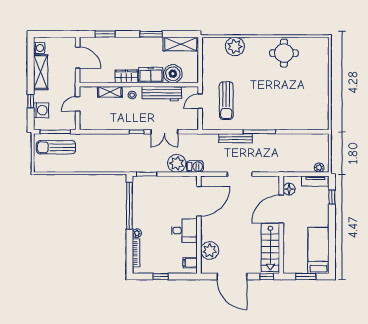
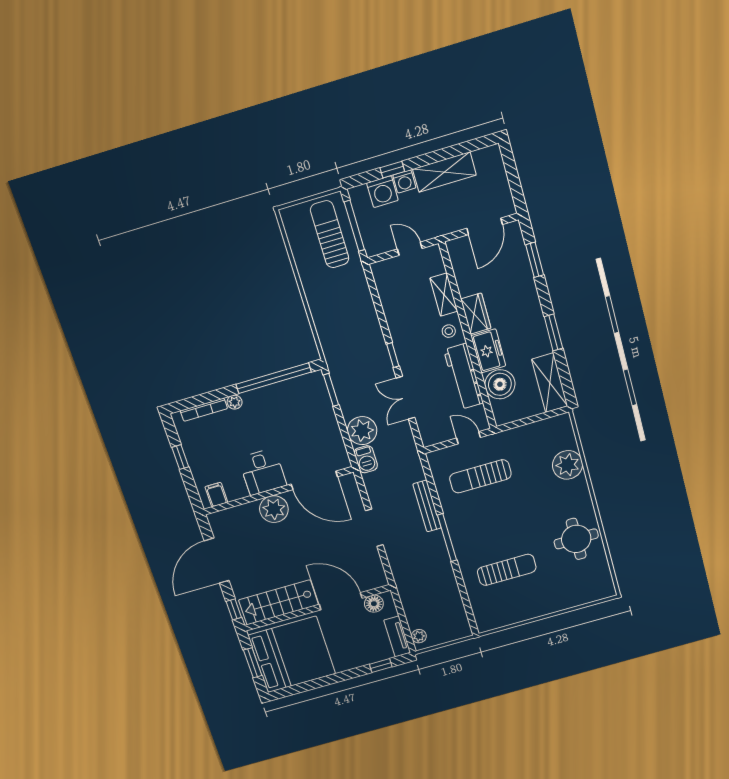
washing machine: (39, 48) -> (404, 181), moved
sun lounger: (291, 101) -> (507, 570), added
bed: (318, 250) -> (292, 655), width x2.04
plant: (210, 251) -> (274, 509), moved

